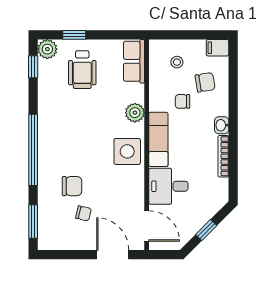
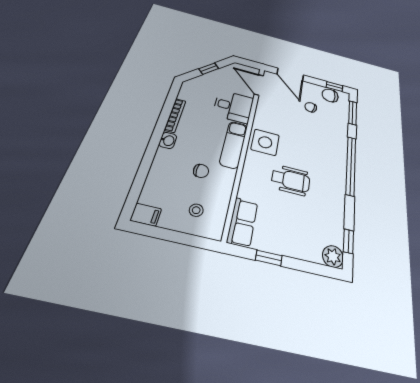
window: (74, 35) -> (269, 258), moved
wheelchair: (82, 70) -> (291, 180), moved, turned 90
chair: (205, 82) -> (172, 183), removed
plant: (135, 113) -> (252, 173), removed
chair: (72, 186) -> (330, 95), moved
window: (57, 255) -> (335, 87), added

